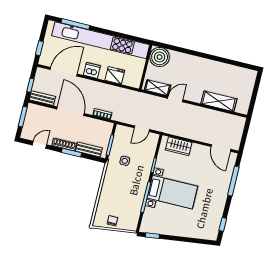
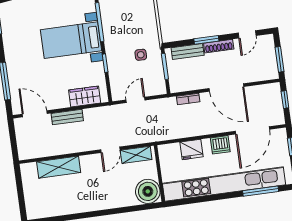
bench: (42, 98) -> (67, 117), moved

